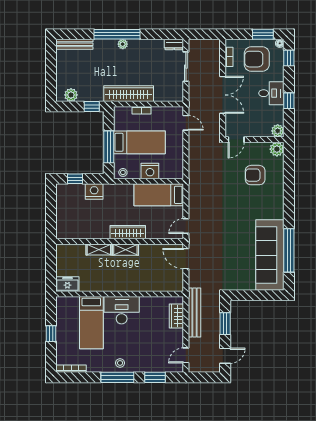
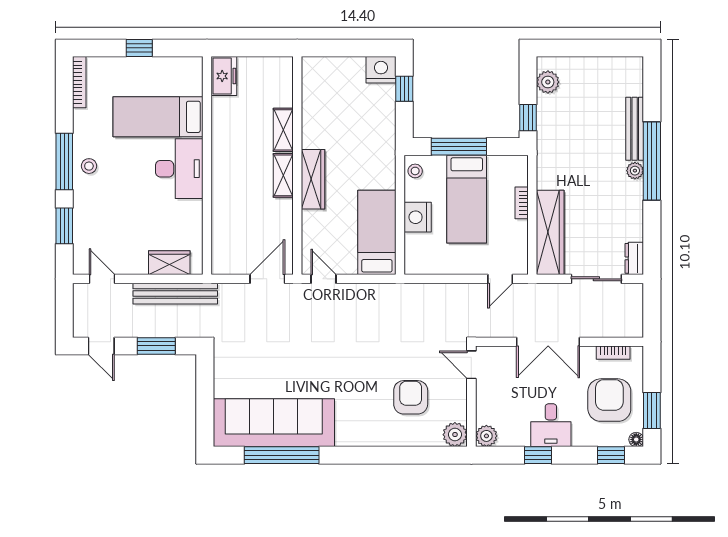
bench: (74, 44) -> (635, 129), moved
wardrobe: (129, 94) -> (550, 232), moved
nightstand: (94, 192) -> (381, 70), moved, turned -90

